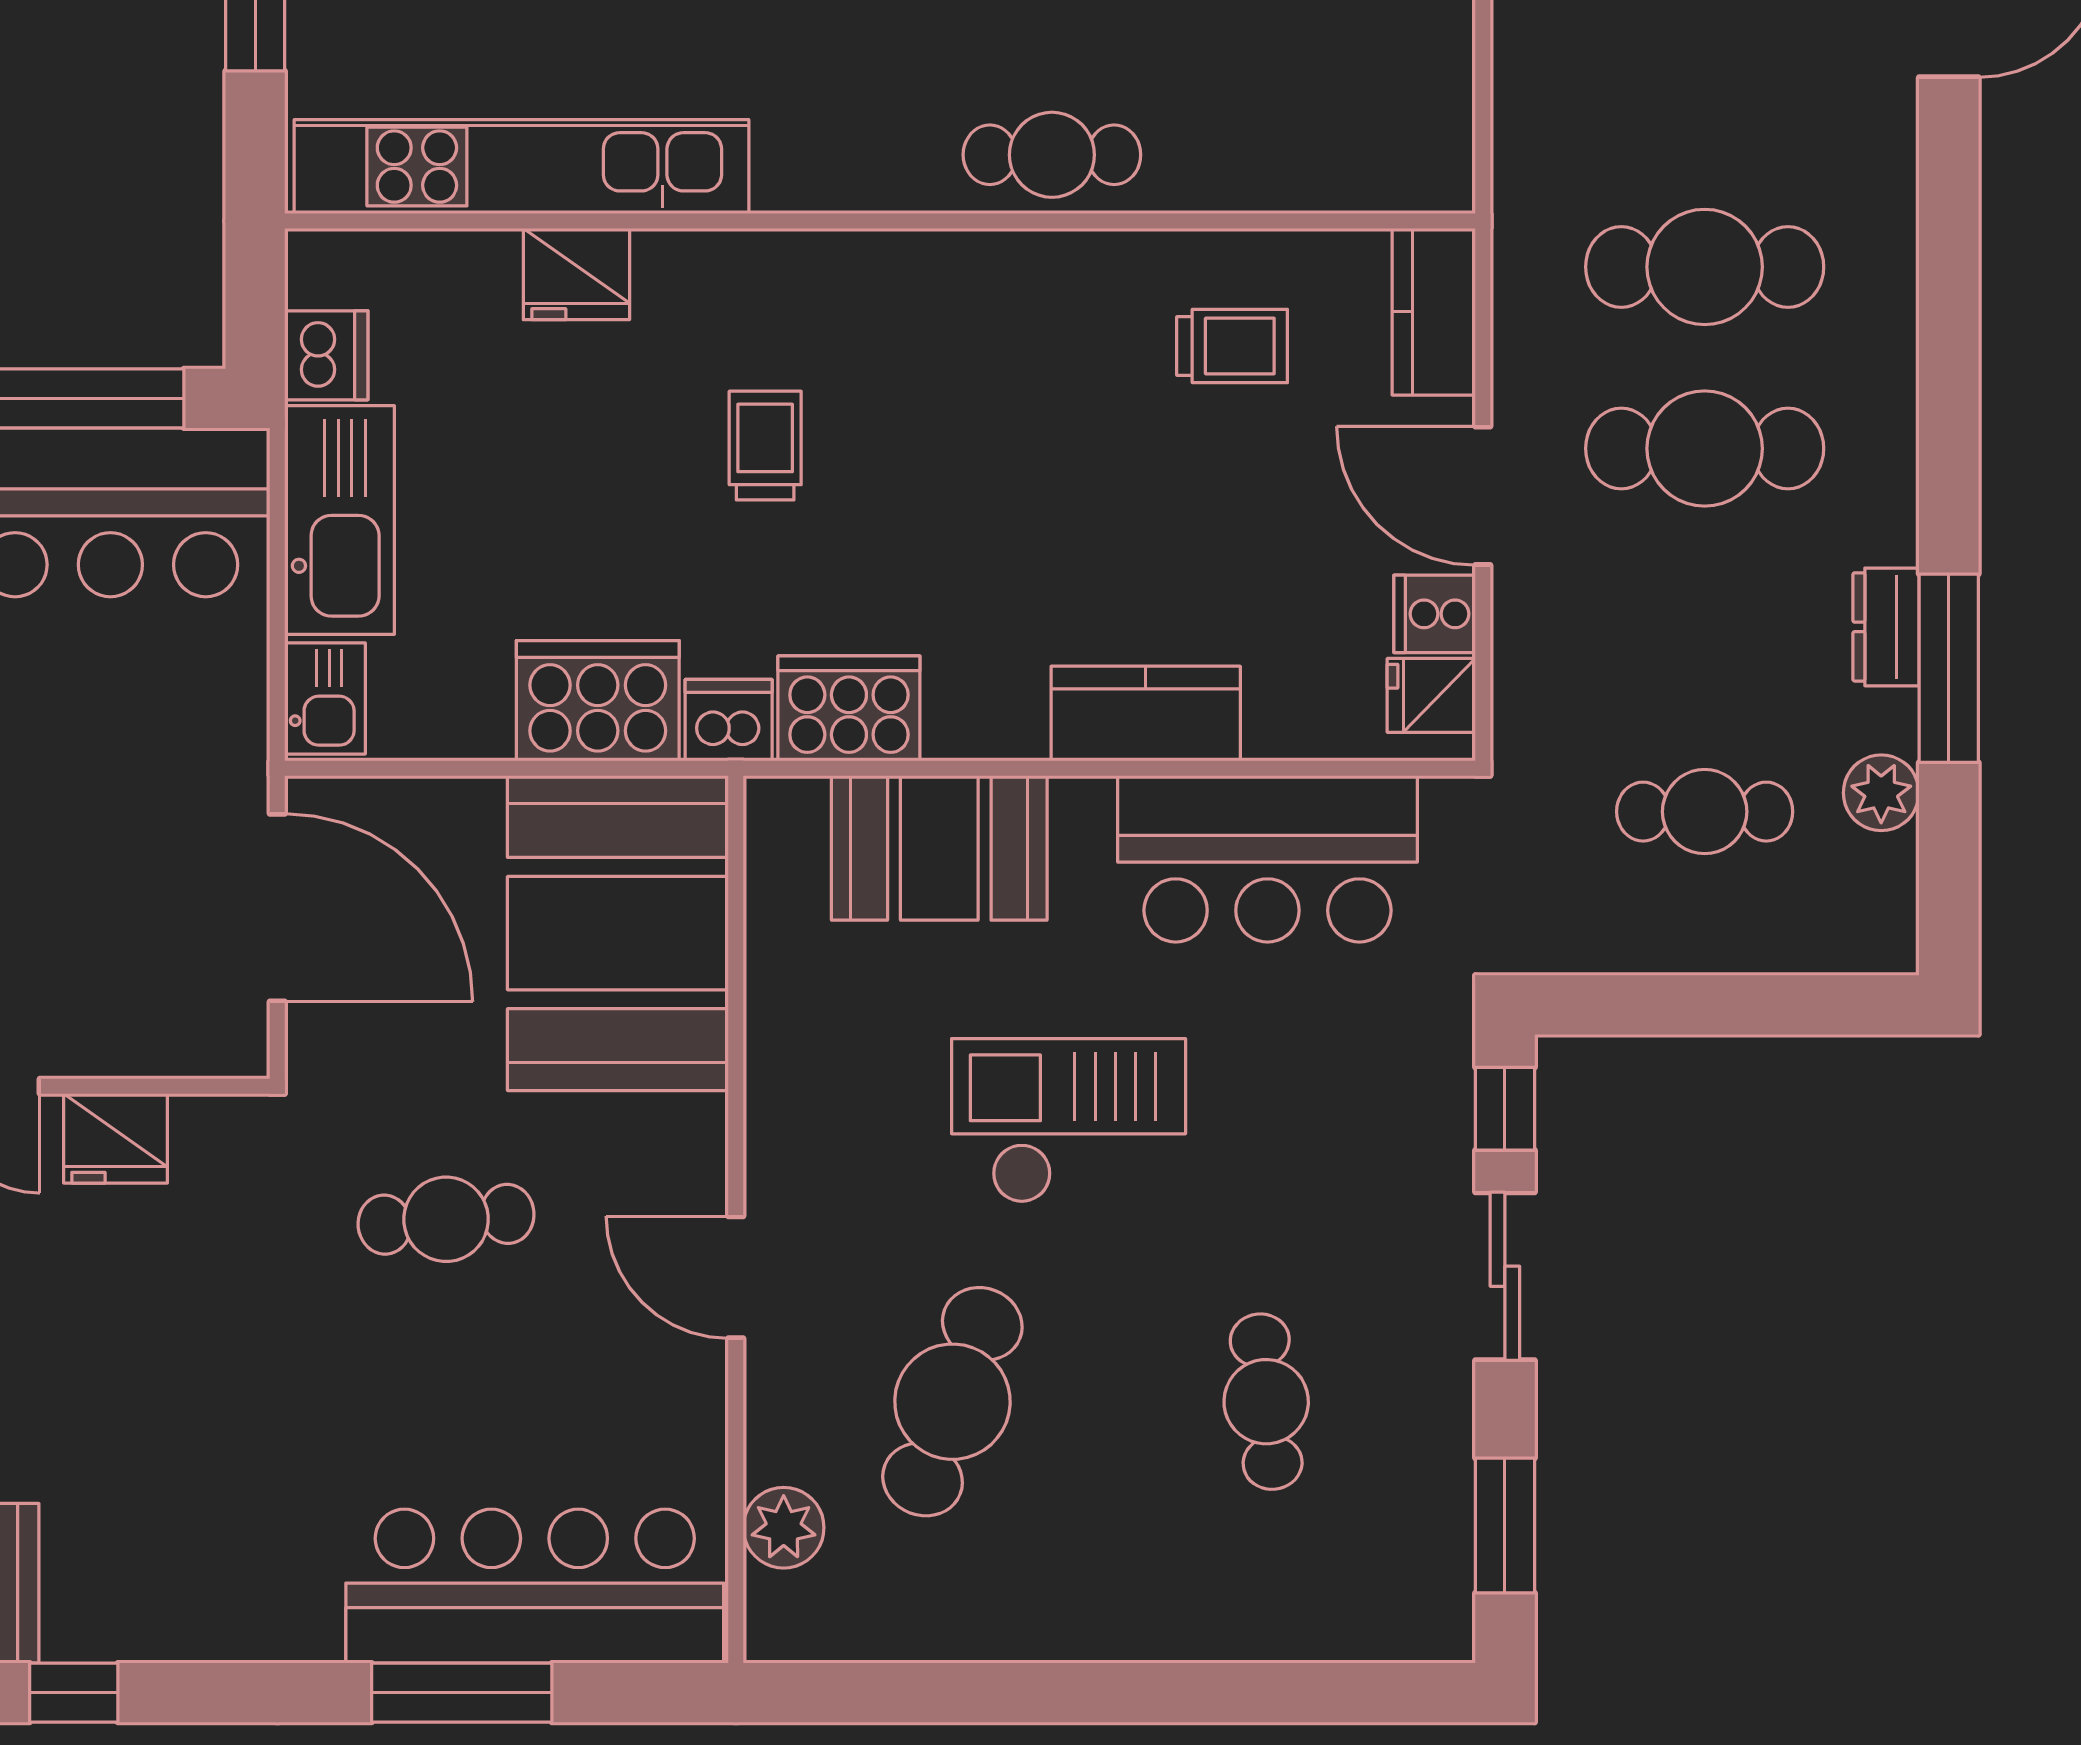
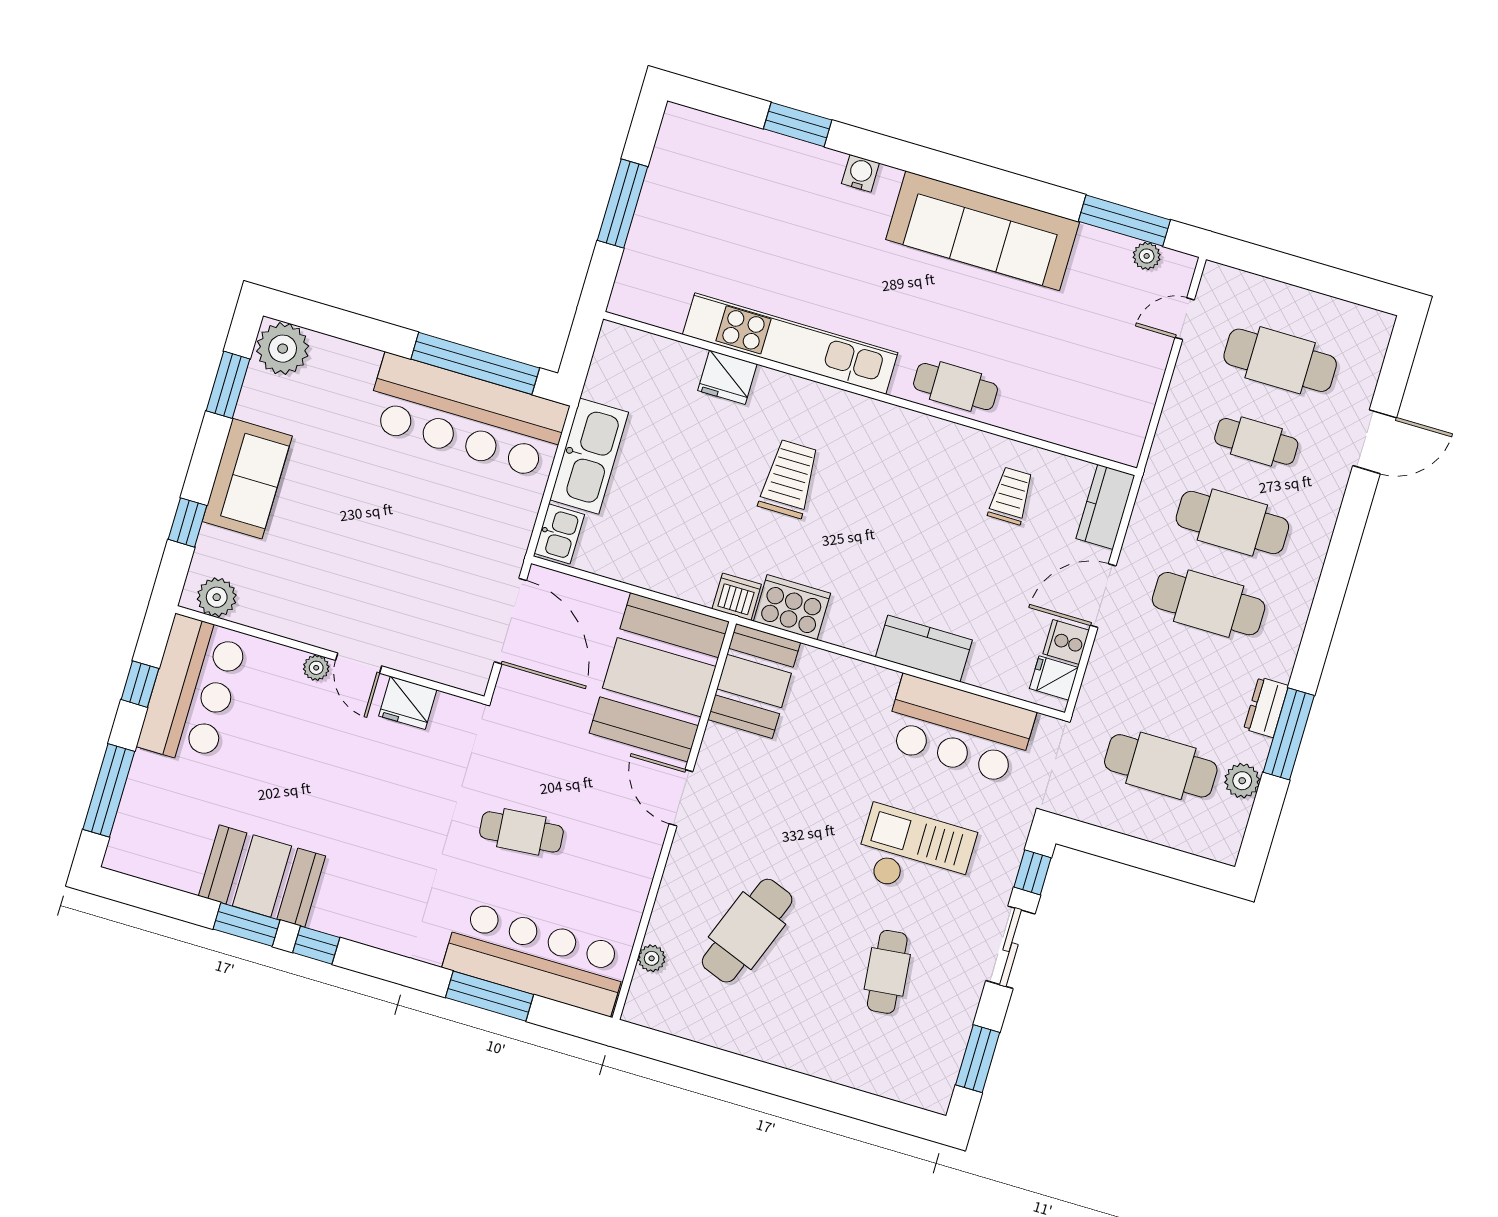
cafe table: (1705, 85) -> (1256, 441), added
kitchen unit: (521, 167) -> (790, 344), moved
trolley: (1232, 346) -> (1011, 496), turned -90
dishwasher: (326, 355) -> (605, 381), removed
trolley: (765, 446) -> (789, 479), width x1.36, depth x1.39
door: (1483, 496) -> (1103, 596), hinge flipped
cooker: (598, 701) -> (681, 571), removed
cafe table: (1705, 812) -> (1161, 766), width x1.37, depth x1.35
booth: (939, 848) -> (754, 681), moved, turned 90
checkout: (1069, 1121) -> (915, 854), moved
cafe table: (446, 1219) -> (521, 832), moved
door: (736, 1277) -> (681, 798), moved
plant: (784, 1528) -> (652, 958), width x0.73, depth x0.73

